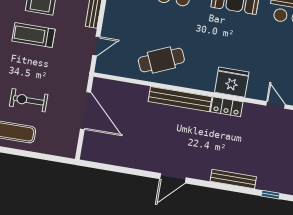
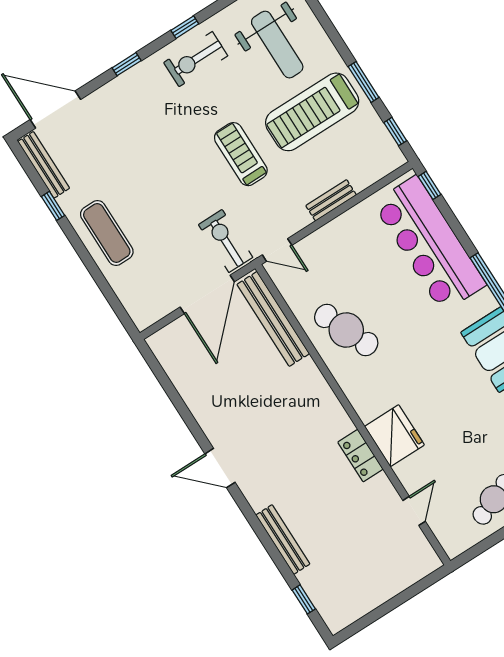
door: (96, 46) -> (277, 250), moved
bench: (180, 99) -> (273, 319), moved
exercise bike: (29, 100) -> (226, 241), moved

